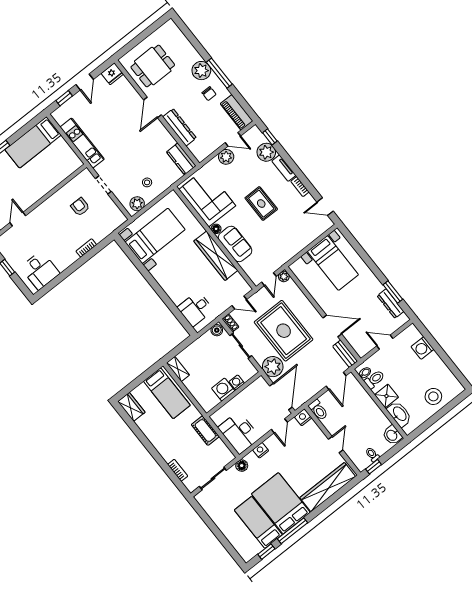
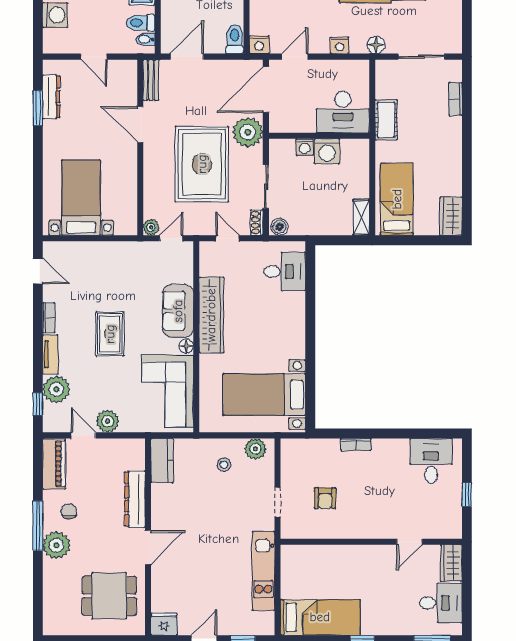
desk: (239, 433) -> (343, 112), moved, turned 90

